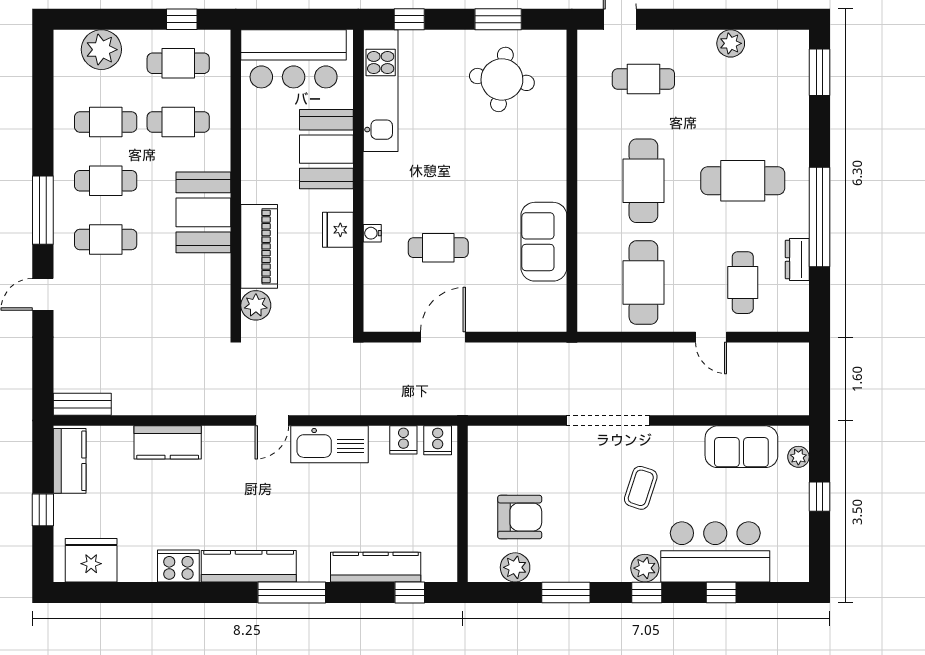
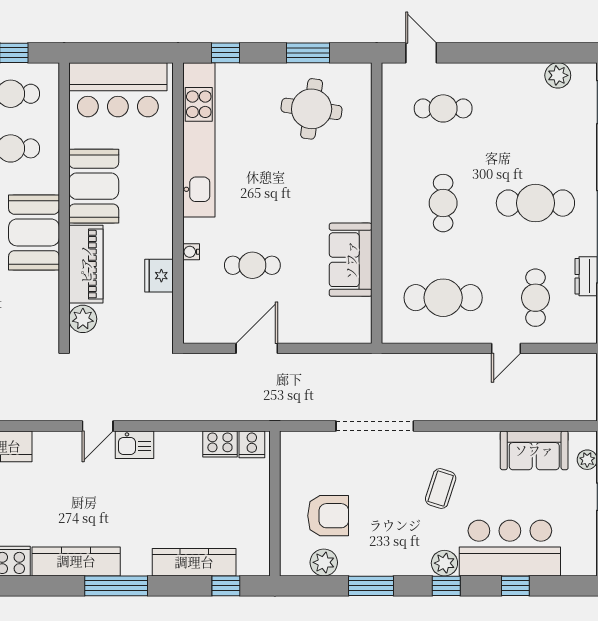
plant: (731, 43) -> (558, 75), moved
kitchen unit: (381, 91) -> (199, 140), width x1.36
booth: (326, 149) -> (94, 186), moved
cafe table: (643, 181) -> (443, 203), width x0.73, depth x0.74
fridge: (338, 230) -> (159, 276), moved
cafe table: (643, 283) -> (443, 298), turned 90
door: (711, 337) -> (506, 348), hinge flipped
doorway: (608, 420) -> (375, 426), moved
cooker: (403, 440) -> (220, 444), width x1.36
kitchen sink: (330, 444) -> (135, 445), width x0.53, depth x0.81

